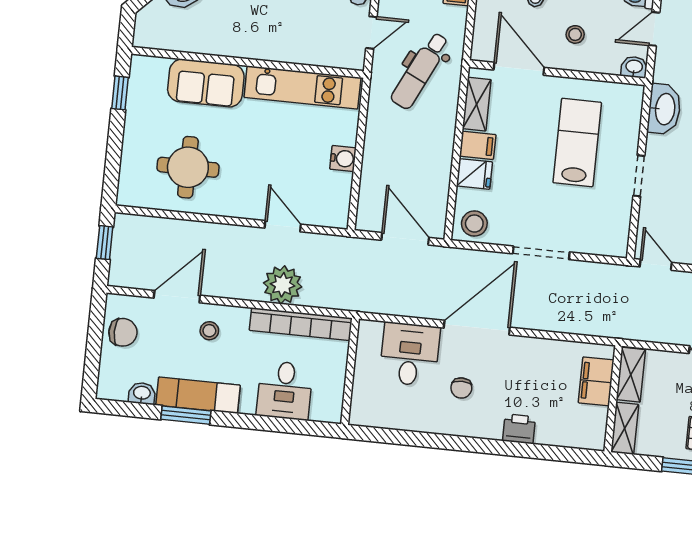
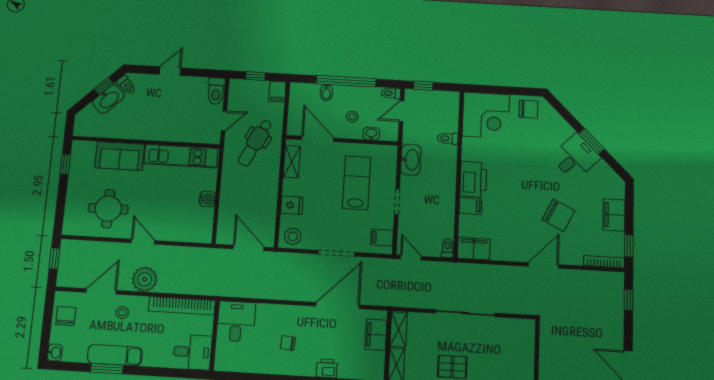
washbasin: (634, 67) -> (371, 134), moved
filing cabinet: (478, 145) -> (382, 237), moved, turned 180
door: (283, 226) -> (143, 242), moved
plant: (283, 285) -> (145, 279), moved
door: (477, 328) -> (338, 305), moved
chair: (123, 332) -> (66, 316), turned -90
desk: (410, 354) -> (236, 321), moved
chair: (461, 388) -> (288, 343), turned 95
desk: (285, 390) -> (192, 352), moved, turned -90
washbasin: (142, 393) -> (55, 352), moved, turned 90

